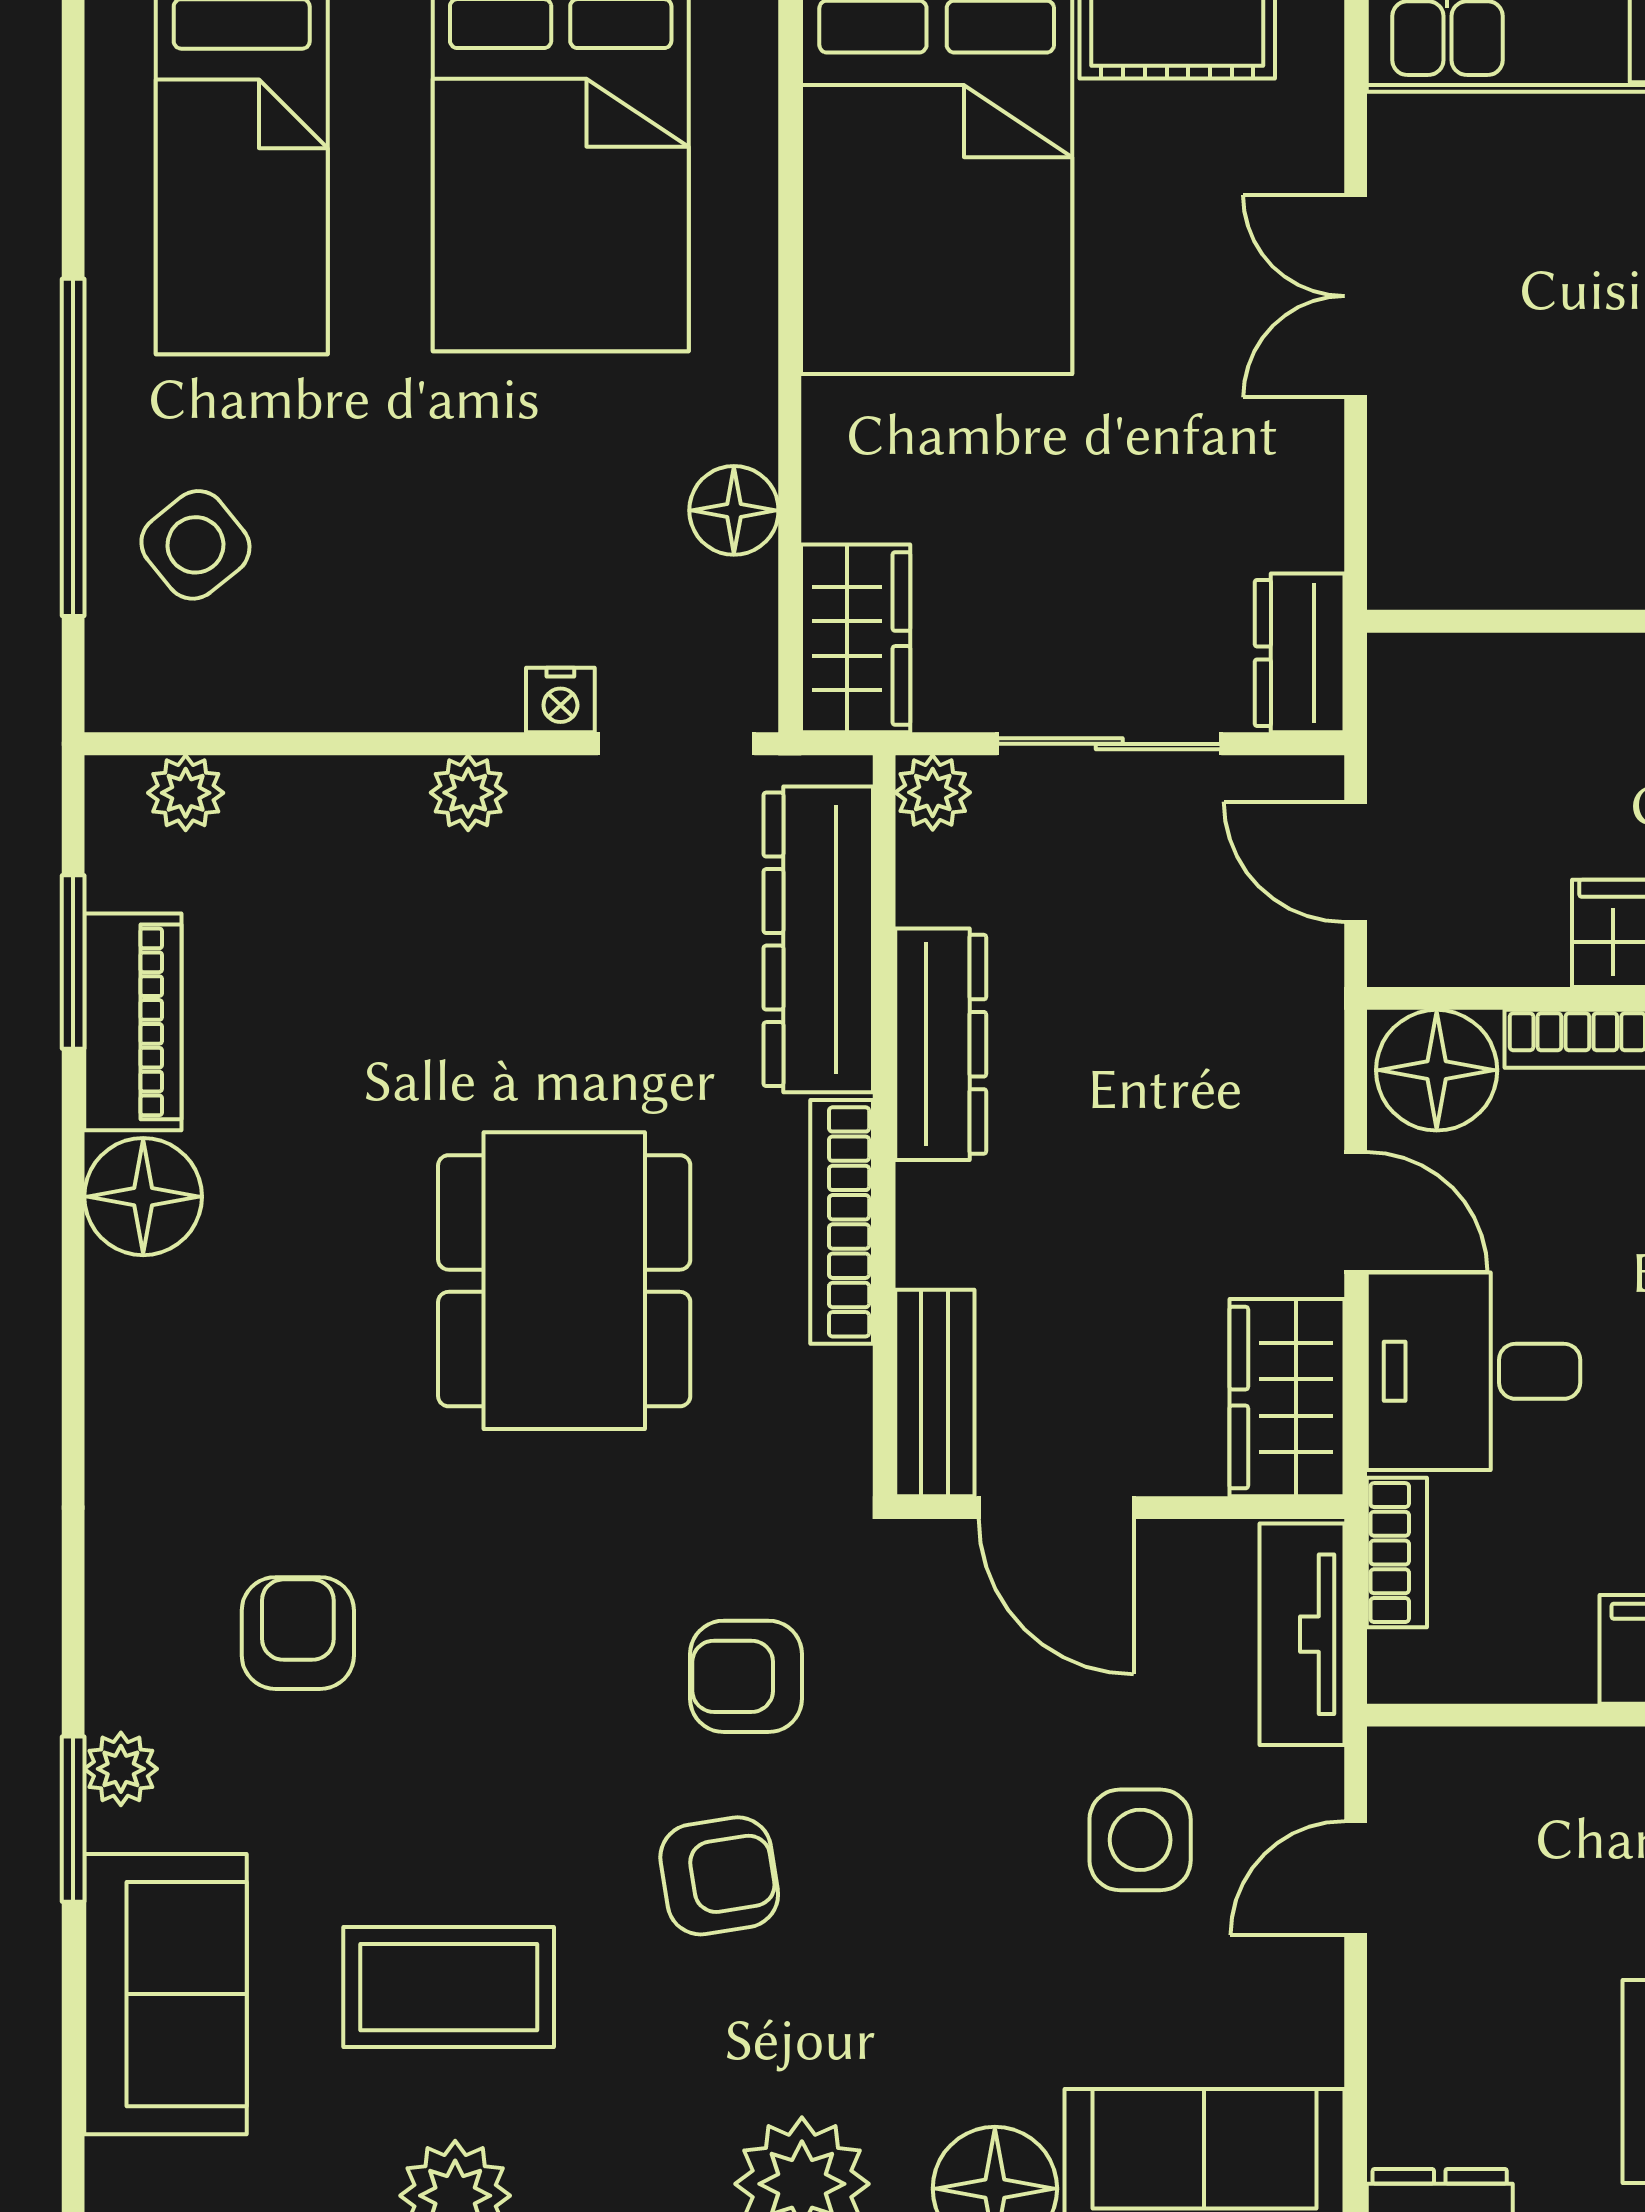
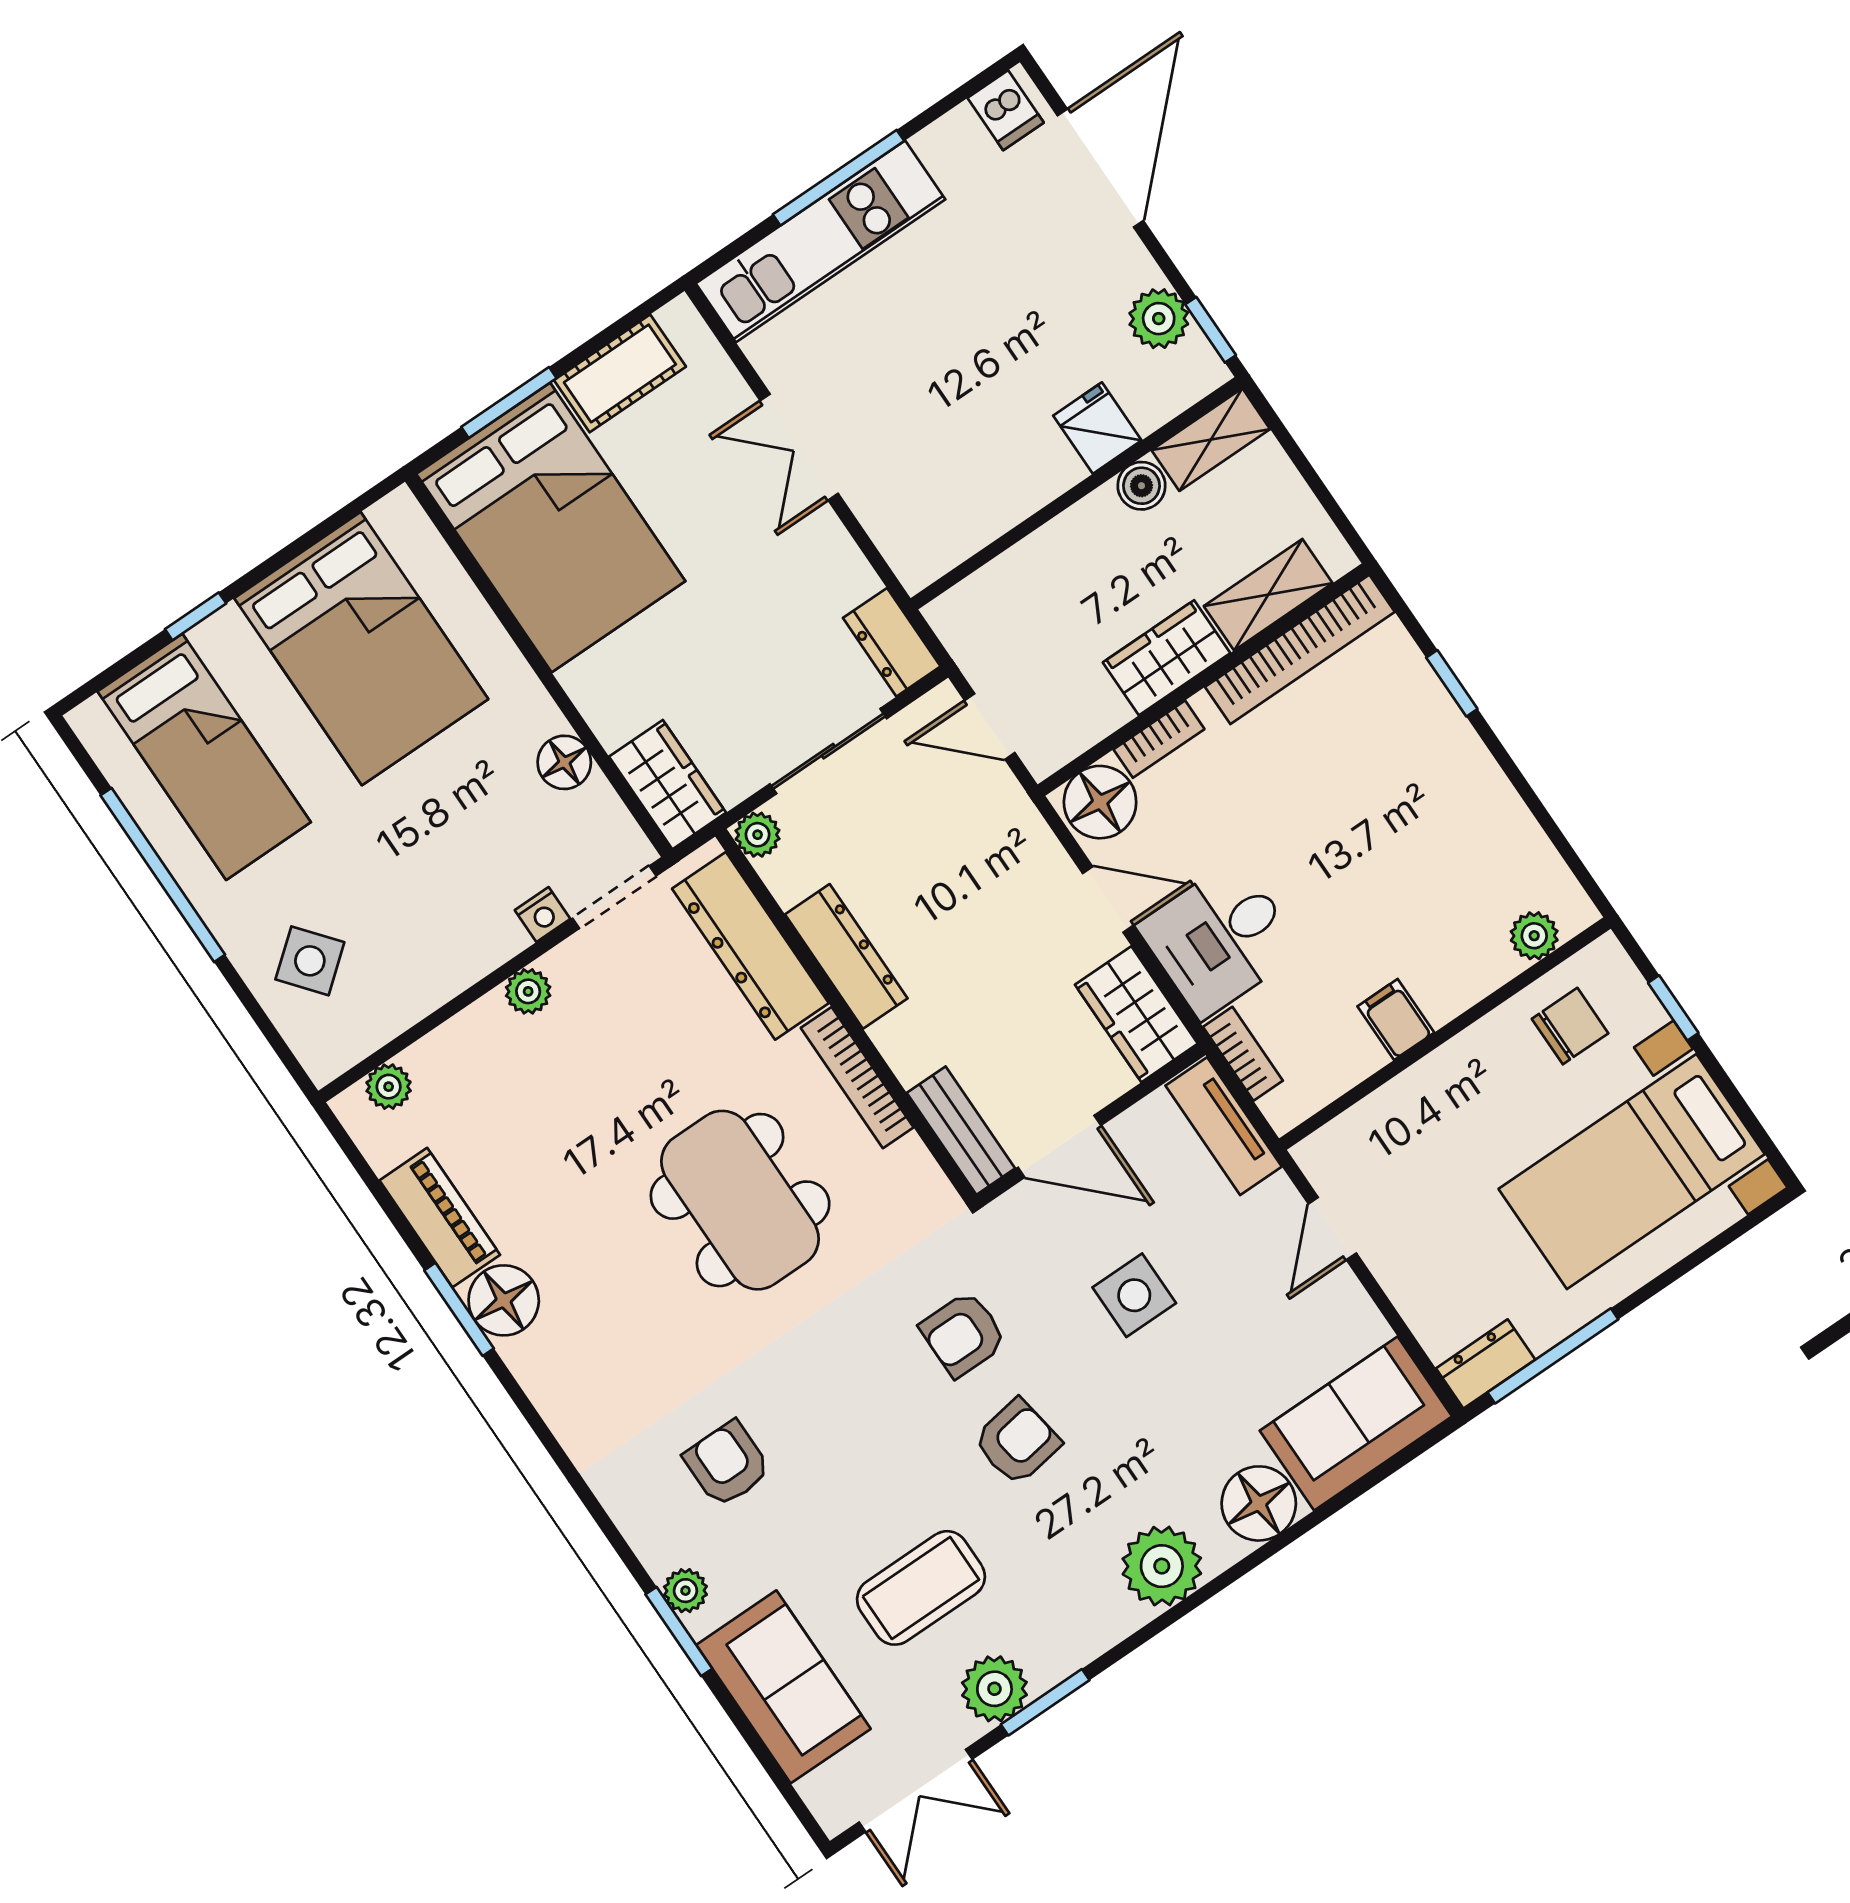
window: (73, 447) -> (163, 875), moved
window: (73, 962) -> (459, 1309), moved
side table: (1140, 1840) -> (1134, 1295), moved

